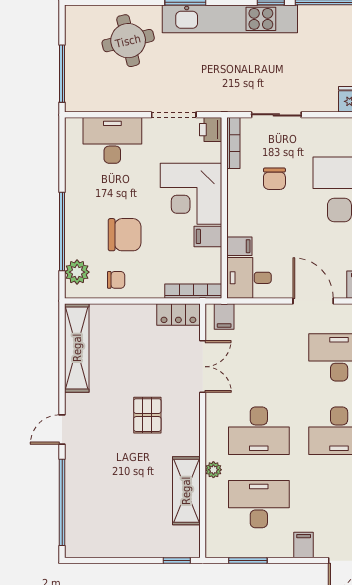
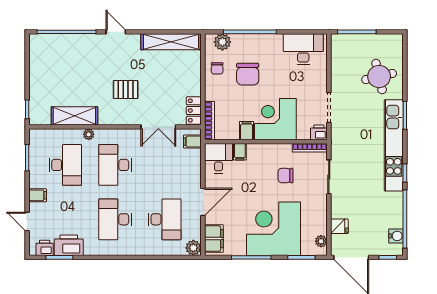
desk: (112, 140) -> (303, 49), moved, turned -90

